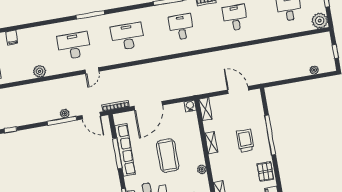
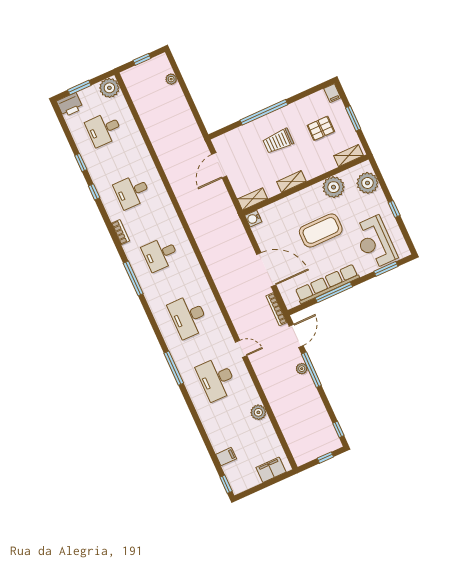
plant: (202, 169) -> (334, 187), width x1.88, depth x1.88
pallet: (265, 171) -> (321, 128), moved

